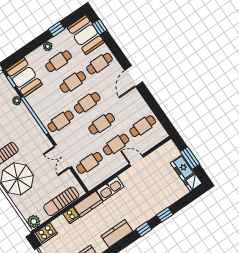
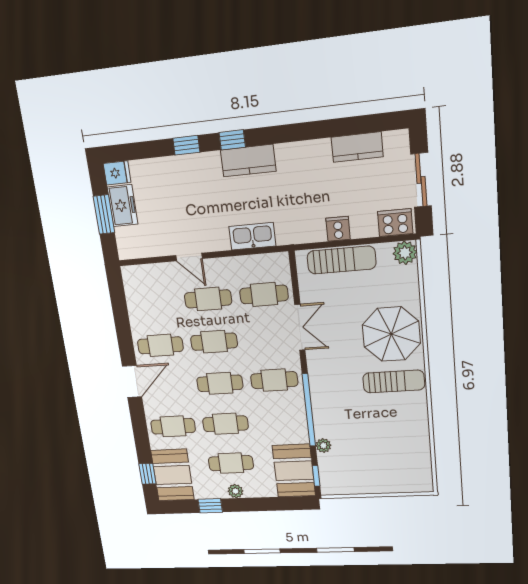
cafe table: (143, 126) -> (160, 345), moved
kitchen counter: (88, 204) -> (301, 231), removed
kitchen counter: (117, 234) -> (248, 161), moved

